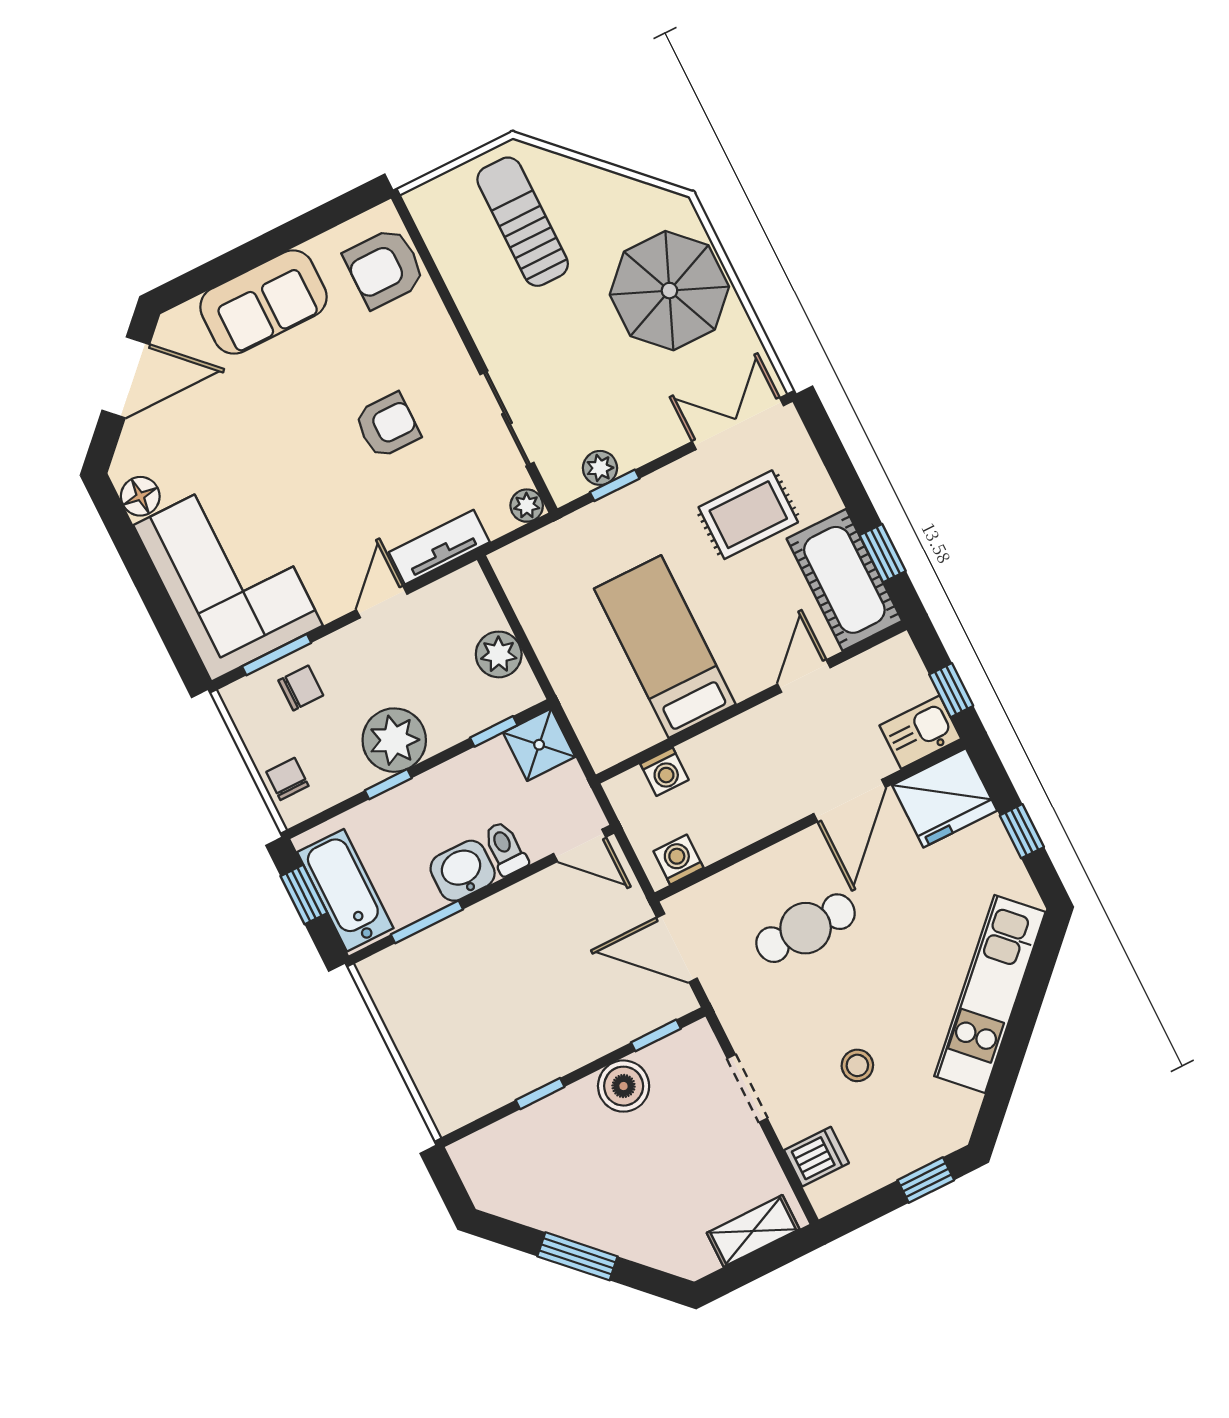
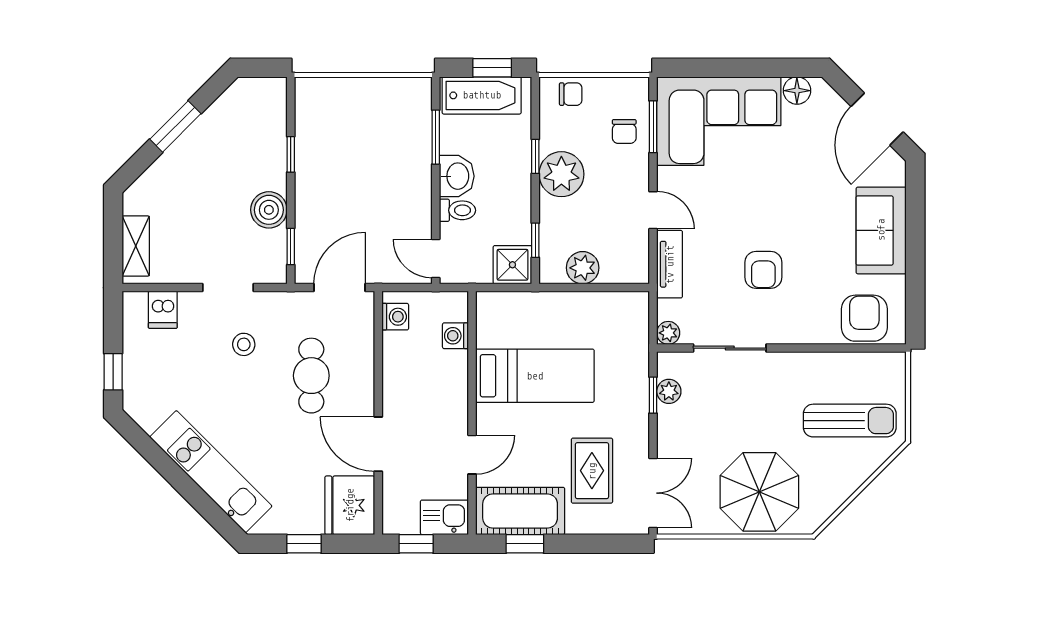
door: (804, 676) -> (472, 455), hinge flipped
kitchen sink: (920, 732) -> (444, 517), moved, turned -90
door: (580, 845) -> (436, 258), hinge flipped
stool: (857, 1065) -> (244, 344), moved

